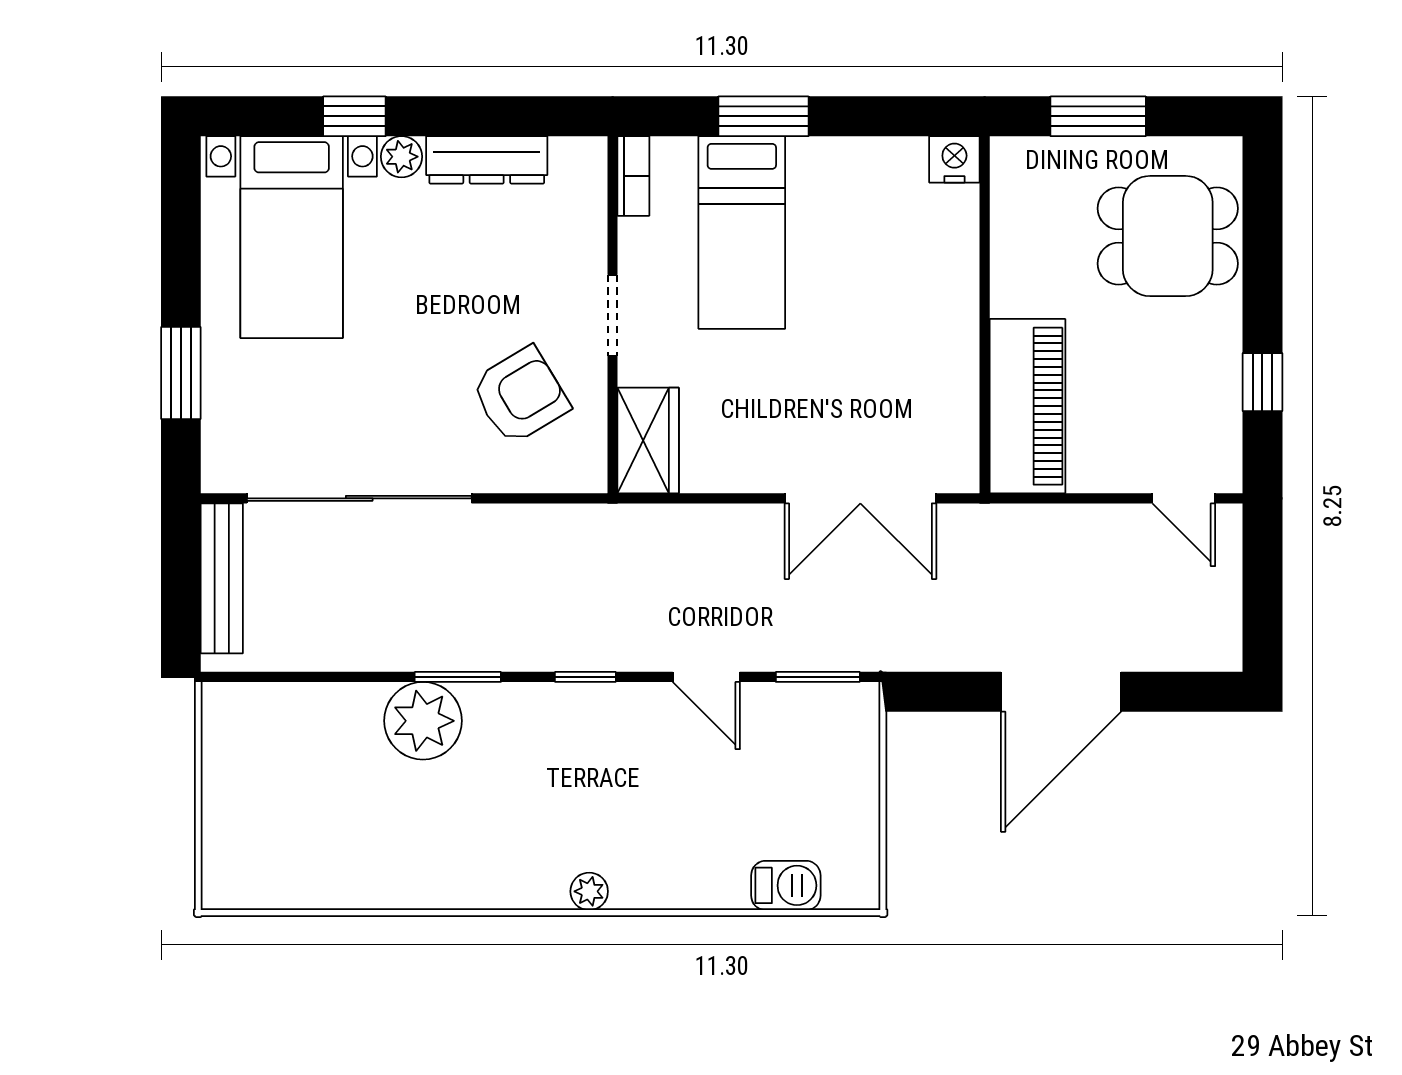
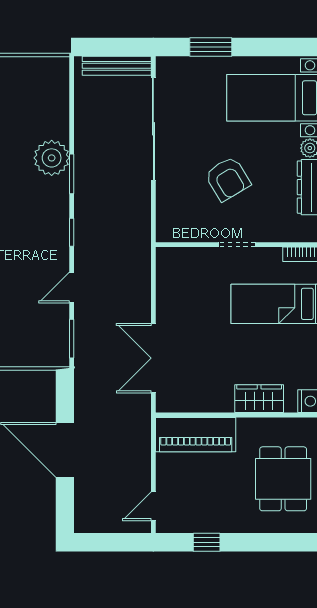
dining table: (1168, 236) -> (283, 479), moved
armchair: (520, 395) -> (228, 179), moved
wardrobe: (648, 441) -> (259, 399), moved, turned 180

